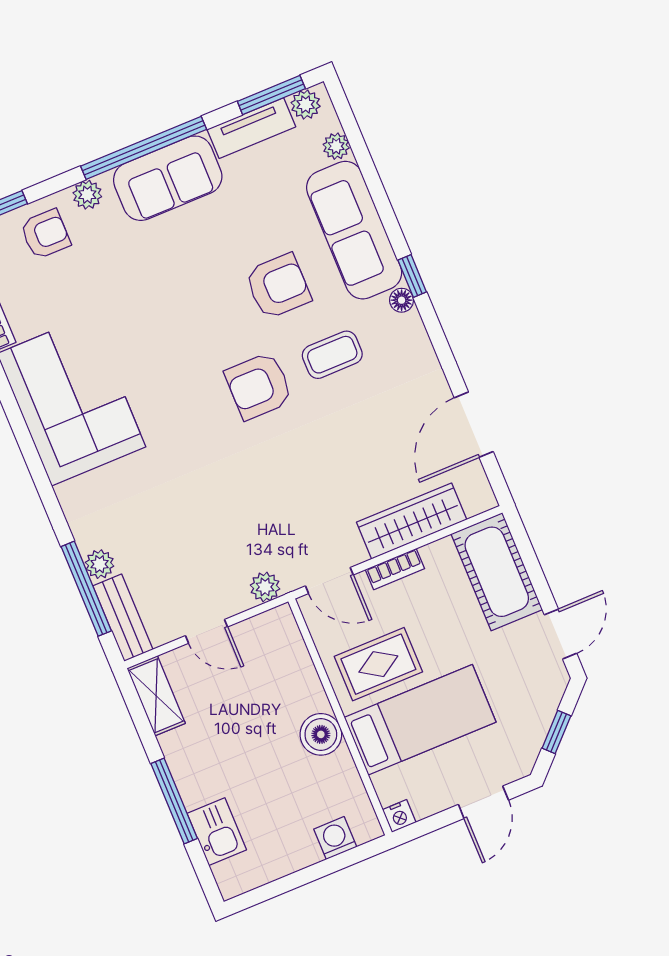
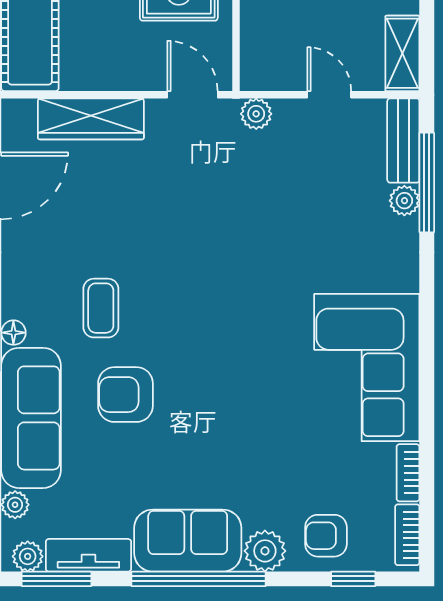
plant: (87, 195) -> (265, 551), width x1.38, depth x1.38
coffee table: (332, 355) -> (101, 308), turned 90
armchair: (259, 386) -> (183, 307), removed
bookcase: (395, 569) -> (126, 80), removed

